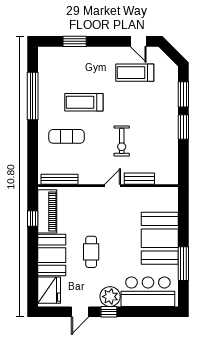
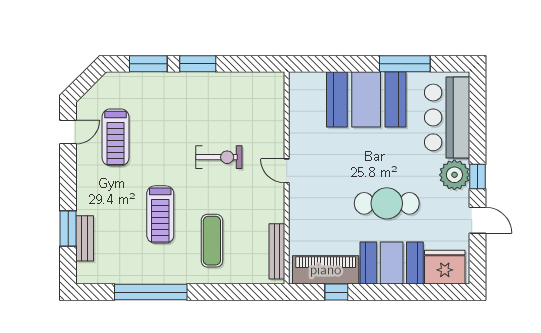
bench: (139, 179) -> (85, 238), moved
cafe table: (91, 252) -> (387, 203), width x1.37, depth x1.35

